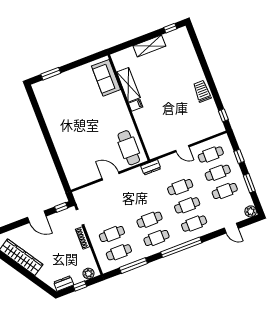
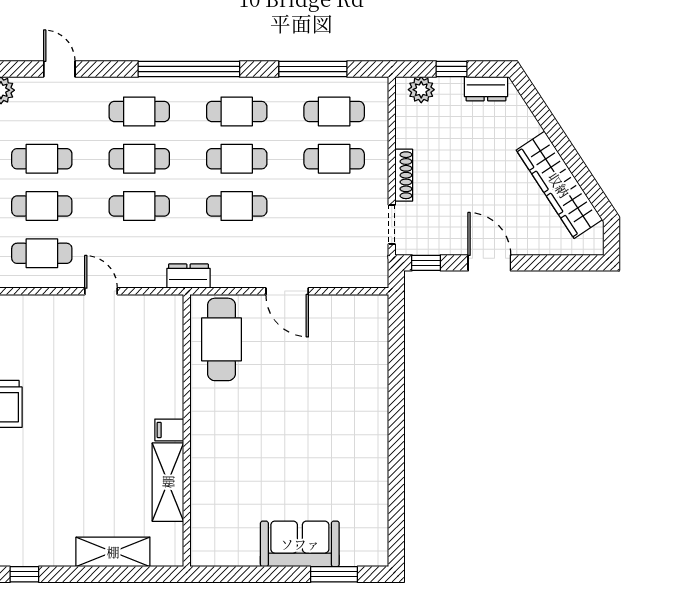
shelving: (149, 46) -> (113, 552), moved
sofa: (106, 78) -> (300, 544), moved, turned -90
cafe table: (143, 201) -> (237, 206), added

